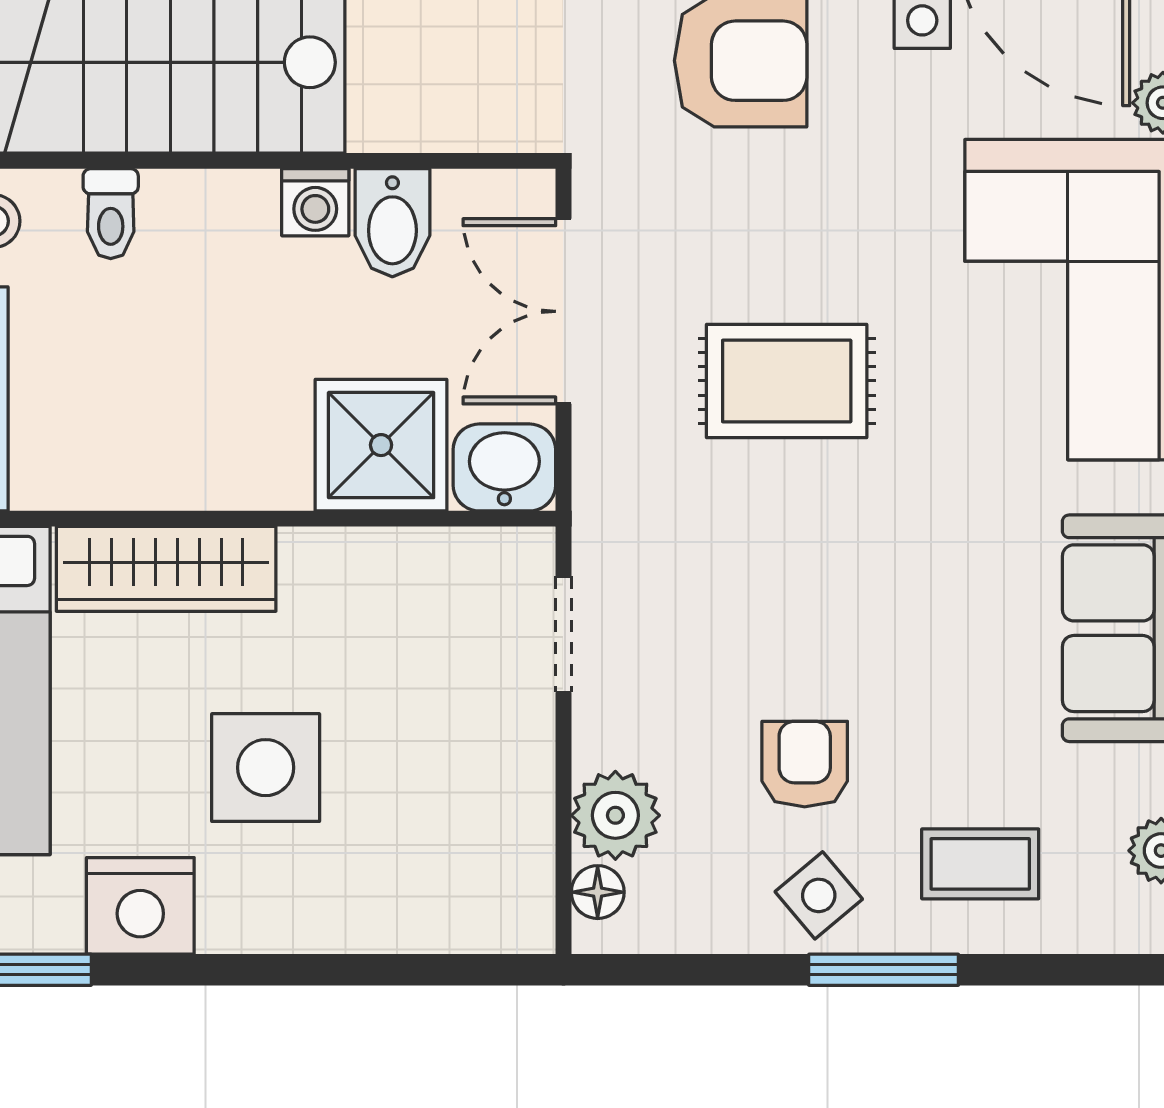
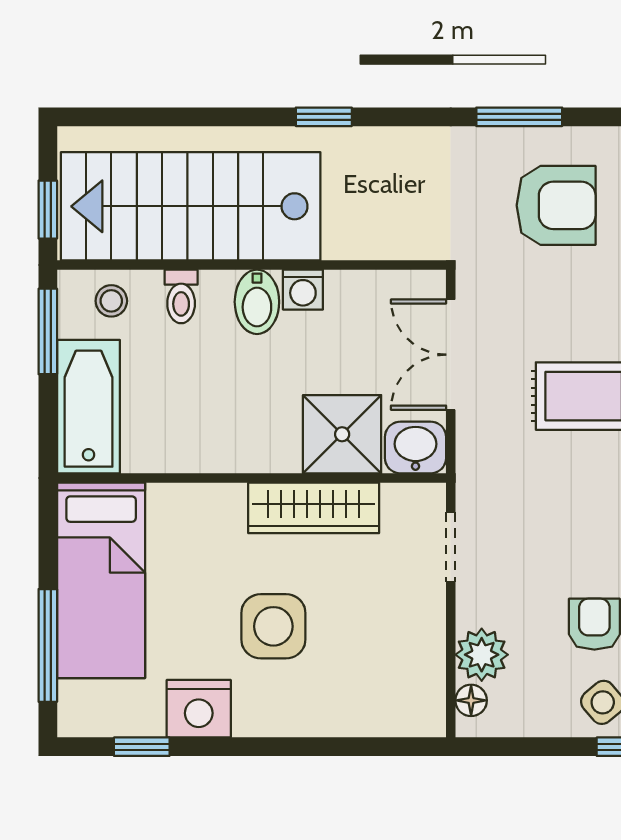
bidet: (392, 223) -> (257, 302), moved
wardrobe: (166, 569) -> (314, 508), moved

